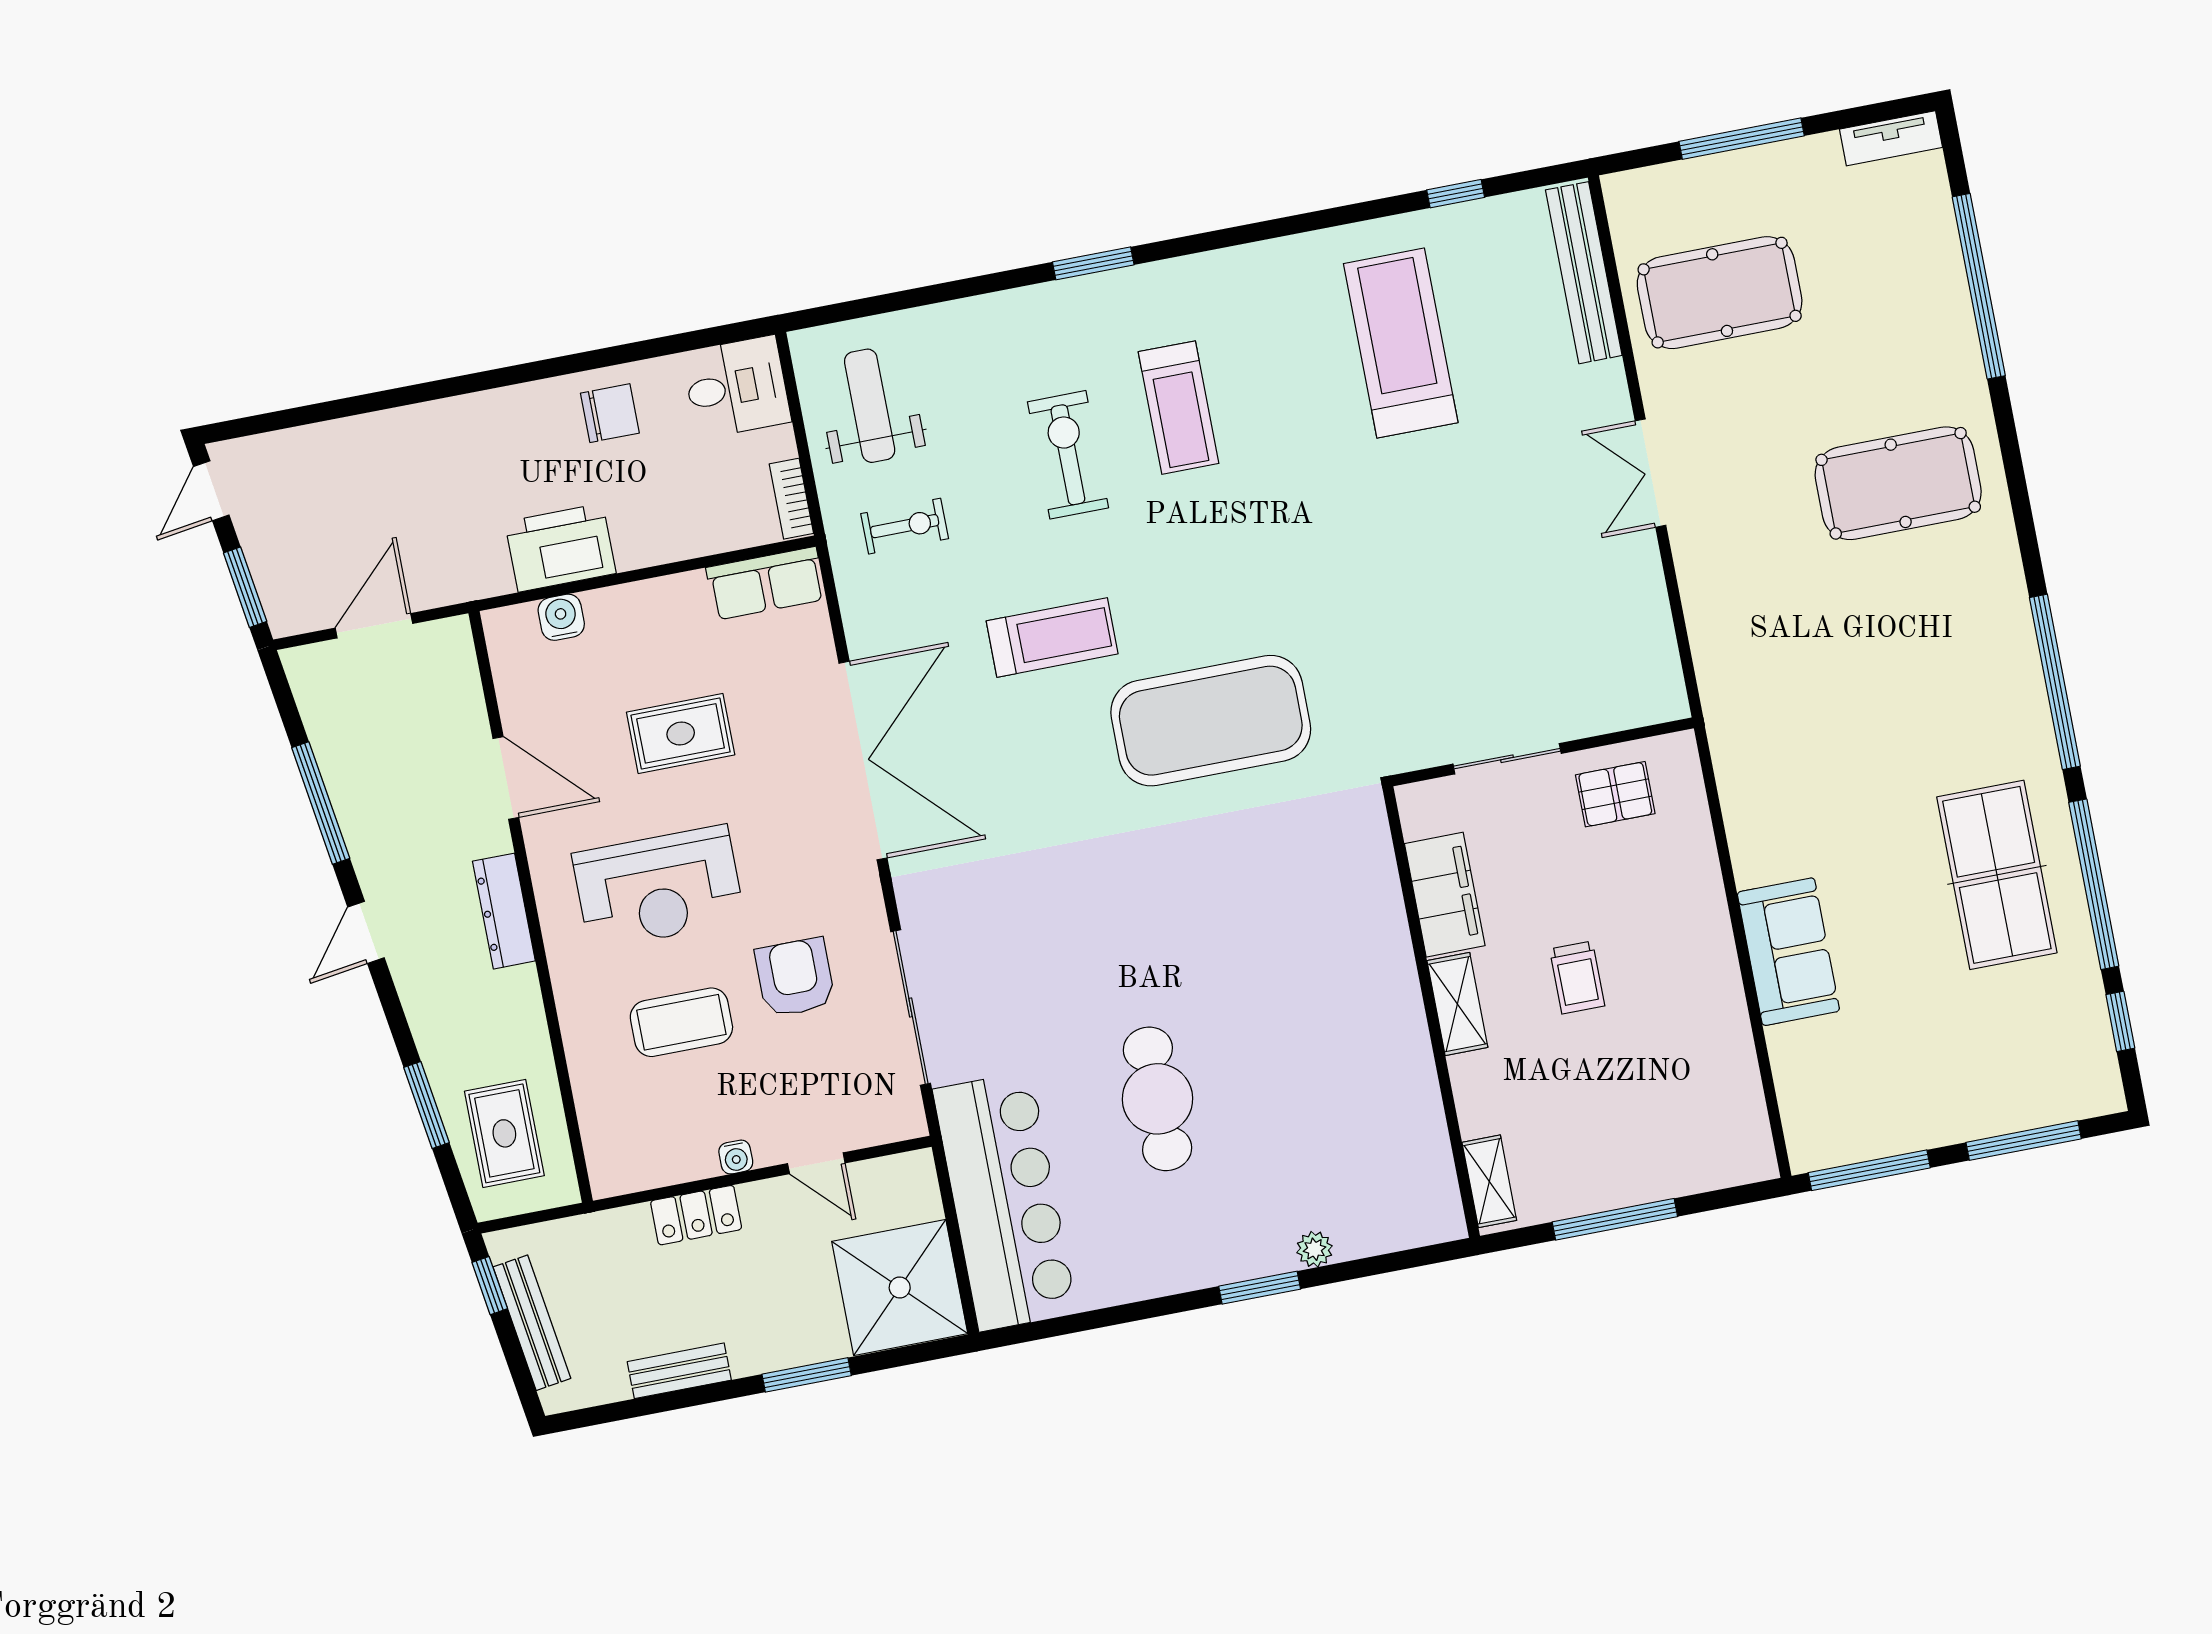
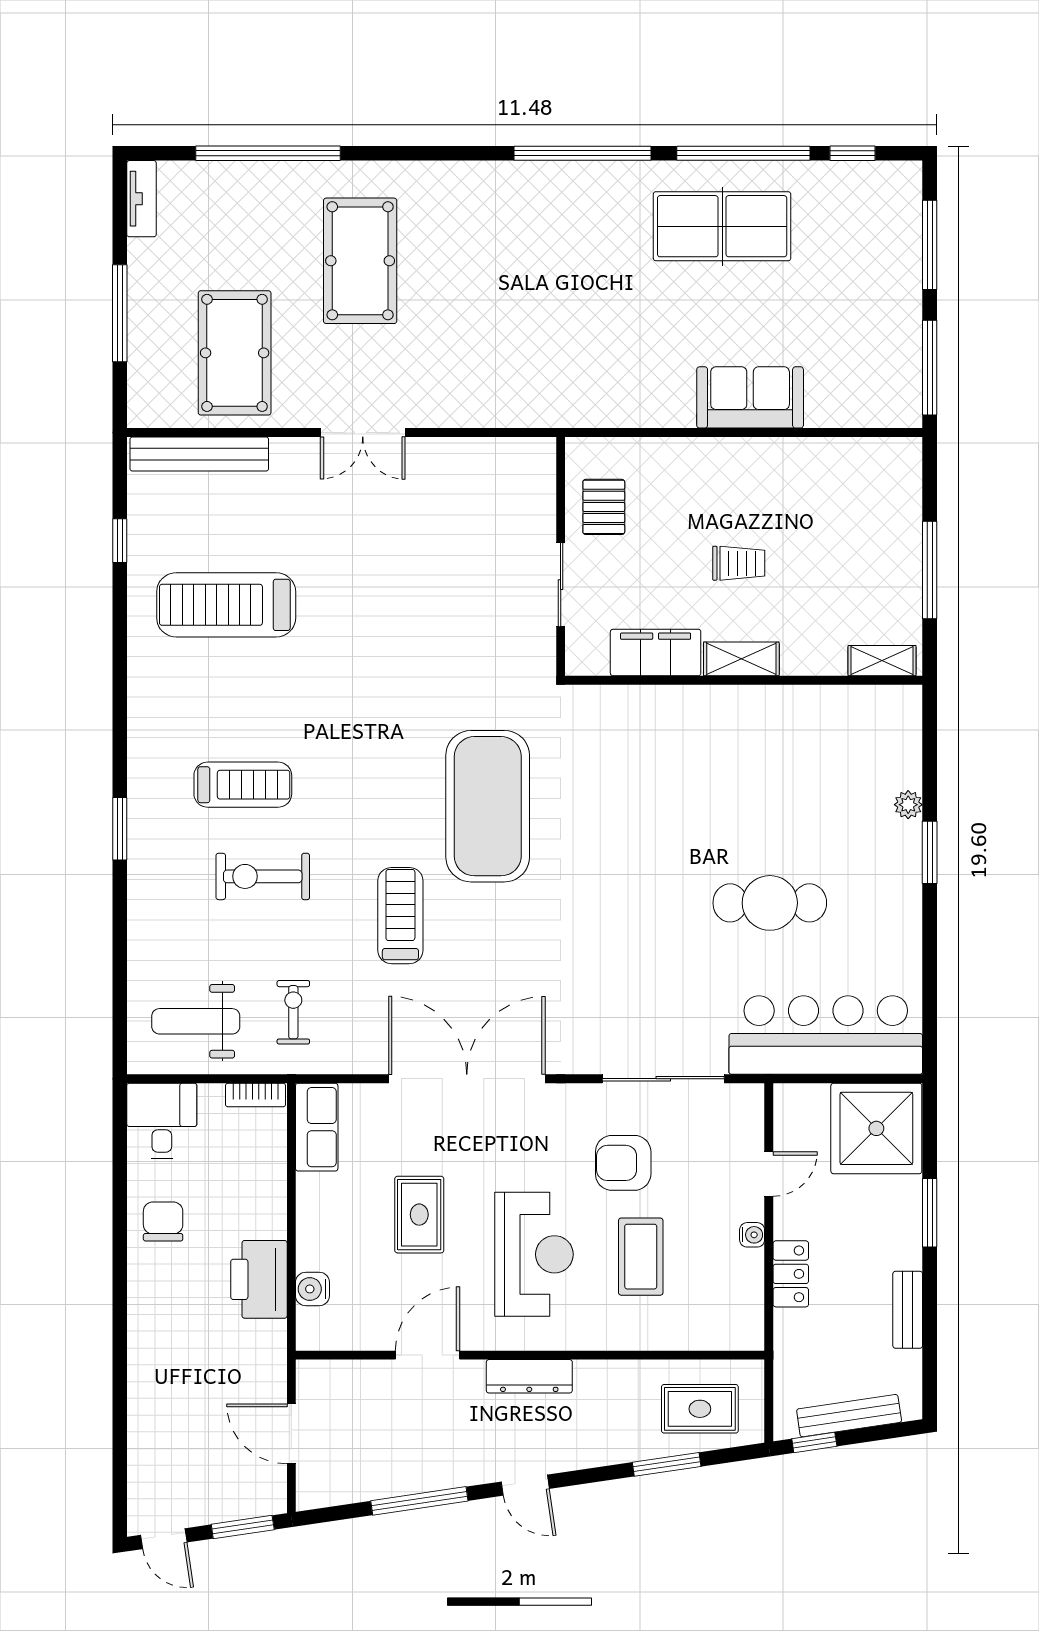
pool table: (1898, 483) -> (360, 261), moved

